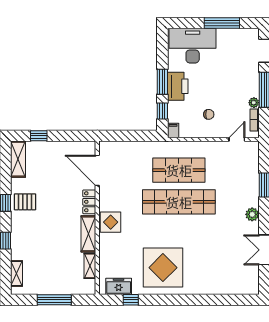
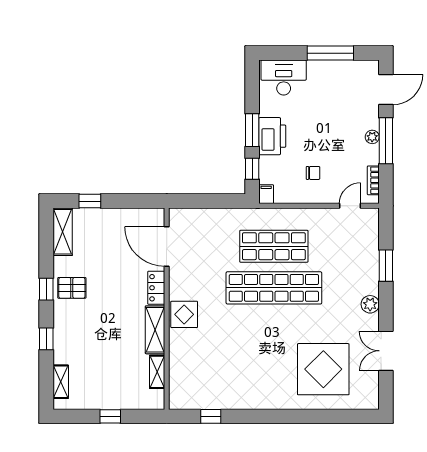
desk: (193, 46) -> (284, 77), width x0.73, depth x0.77
plant: (254, 103) -> (372, 137), moved
display table: (163, 268) -> (323, 369), moved
freezer: (119, 286) -> (195, 399), removed
window: (54, 300) -> (110, 416), width x0.46

